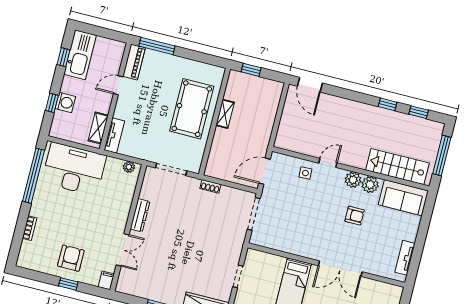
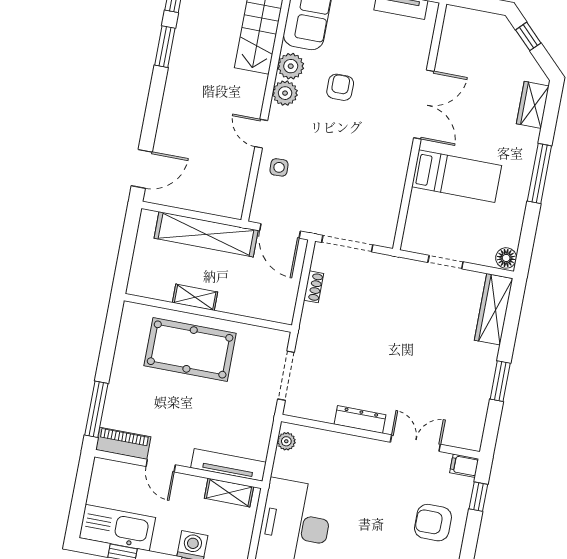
window: (251, 70) -> (124, 261), removed
window: (388, 104) -> (165, 47), width x1.50
shelving: (265, 123) -> (206, 234), added
tv unit: (114, 135) -> (229, 465), width x1.41
shoe rack: (210, 186) -> (314, 287), moved
window: (68, 284) -> (478, 497), moved

